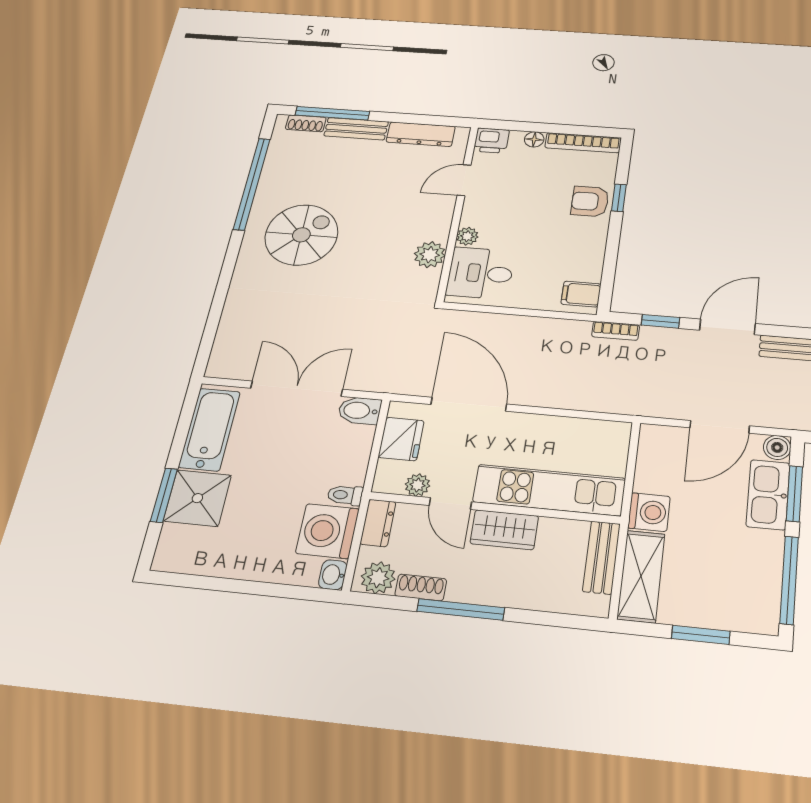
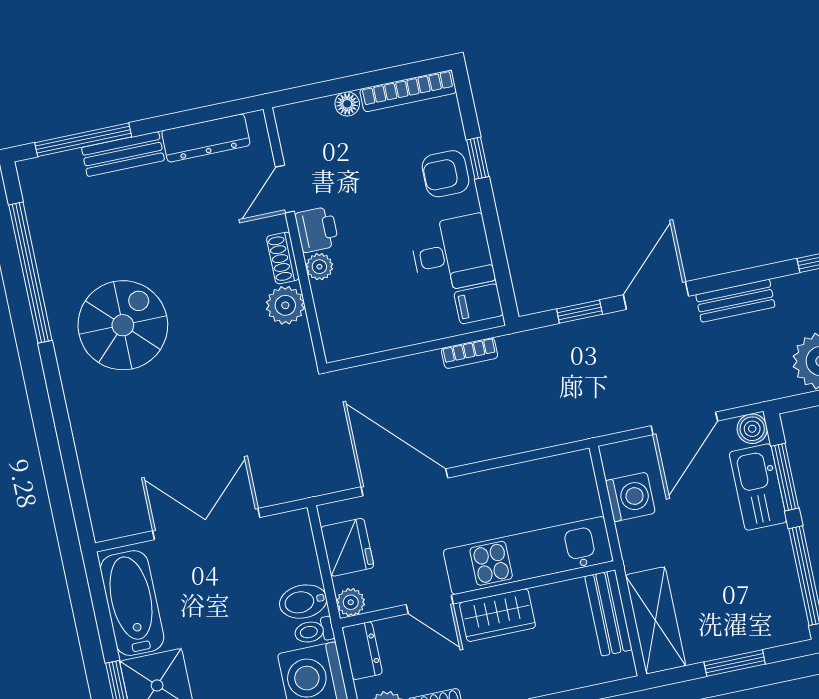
shoe rack: (306, 123) -> (283, 258), moved, turned 90
printer: (491, 141) -> (317, 230), moved, turned -90
desk: (480, 273) -> (452, 254), moved, turned 180
bookcase: (616, 331) -> (470, 353), moved
bidet: (360, 411) -> (303, 602), moved
plant: (417, 485) -> (351, 602), moved
washing machine: (649, 512) -> (630, 497), moved

